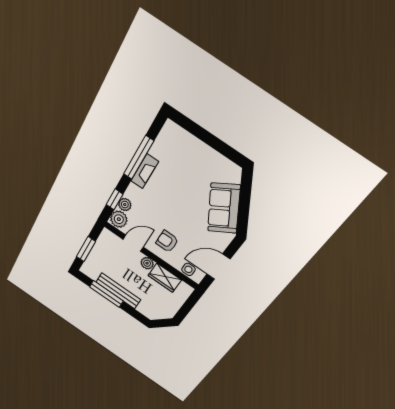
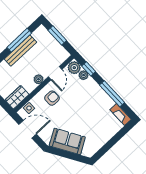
fireplace: (145, 171) -> (120, 115), moved
door: (218, 267) -> (28, 129), hinge flipped
wardrobe: (165, 278) -> (17, 97), moved

